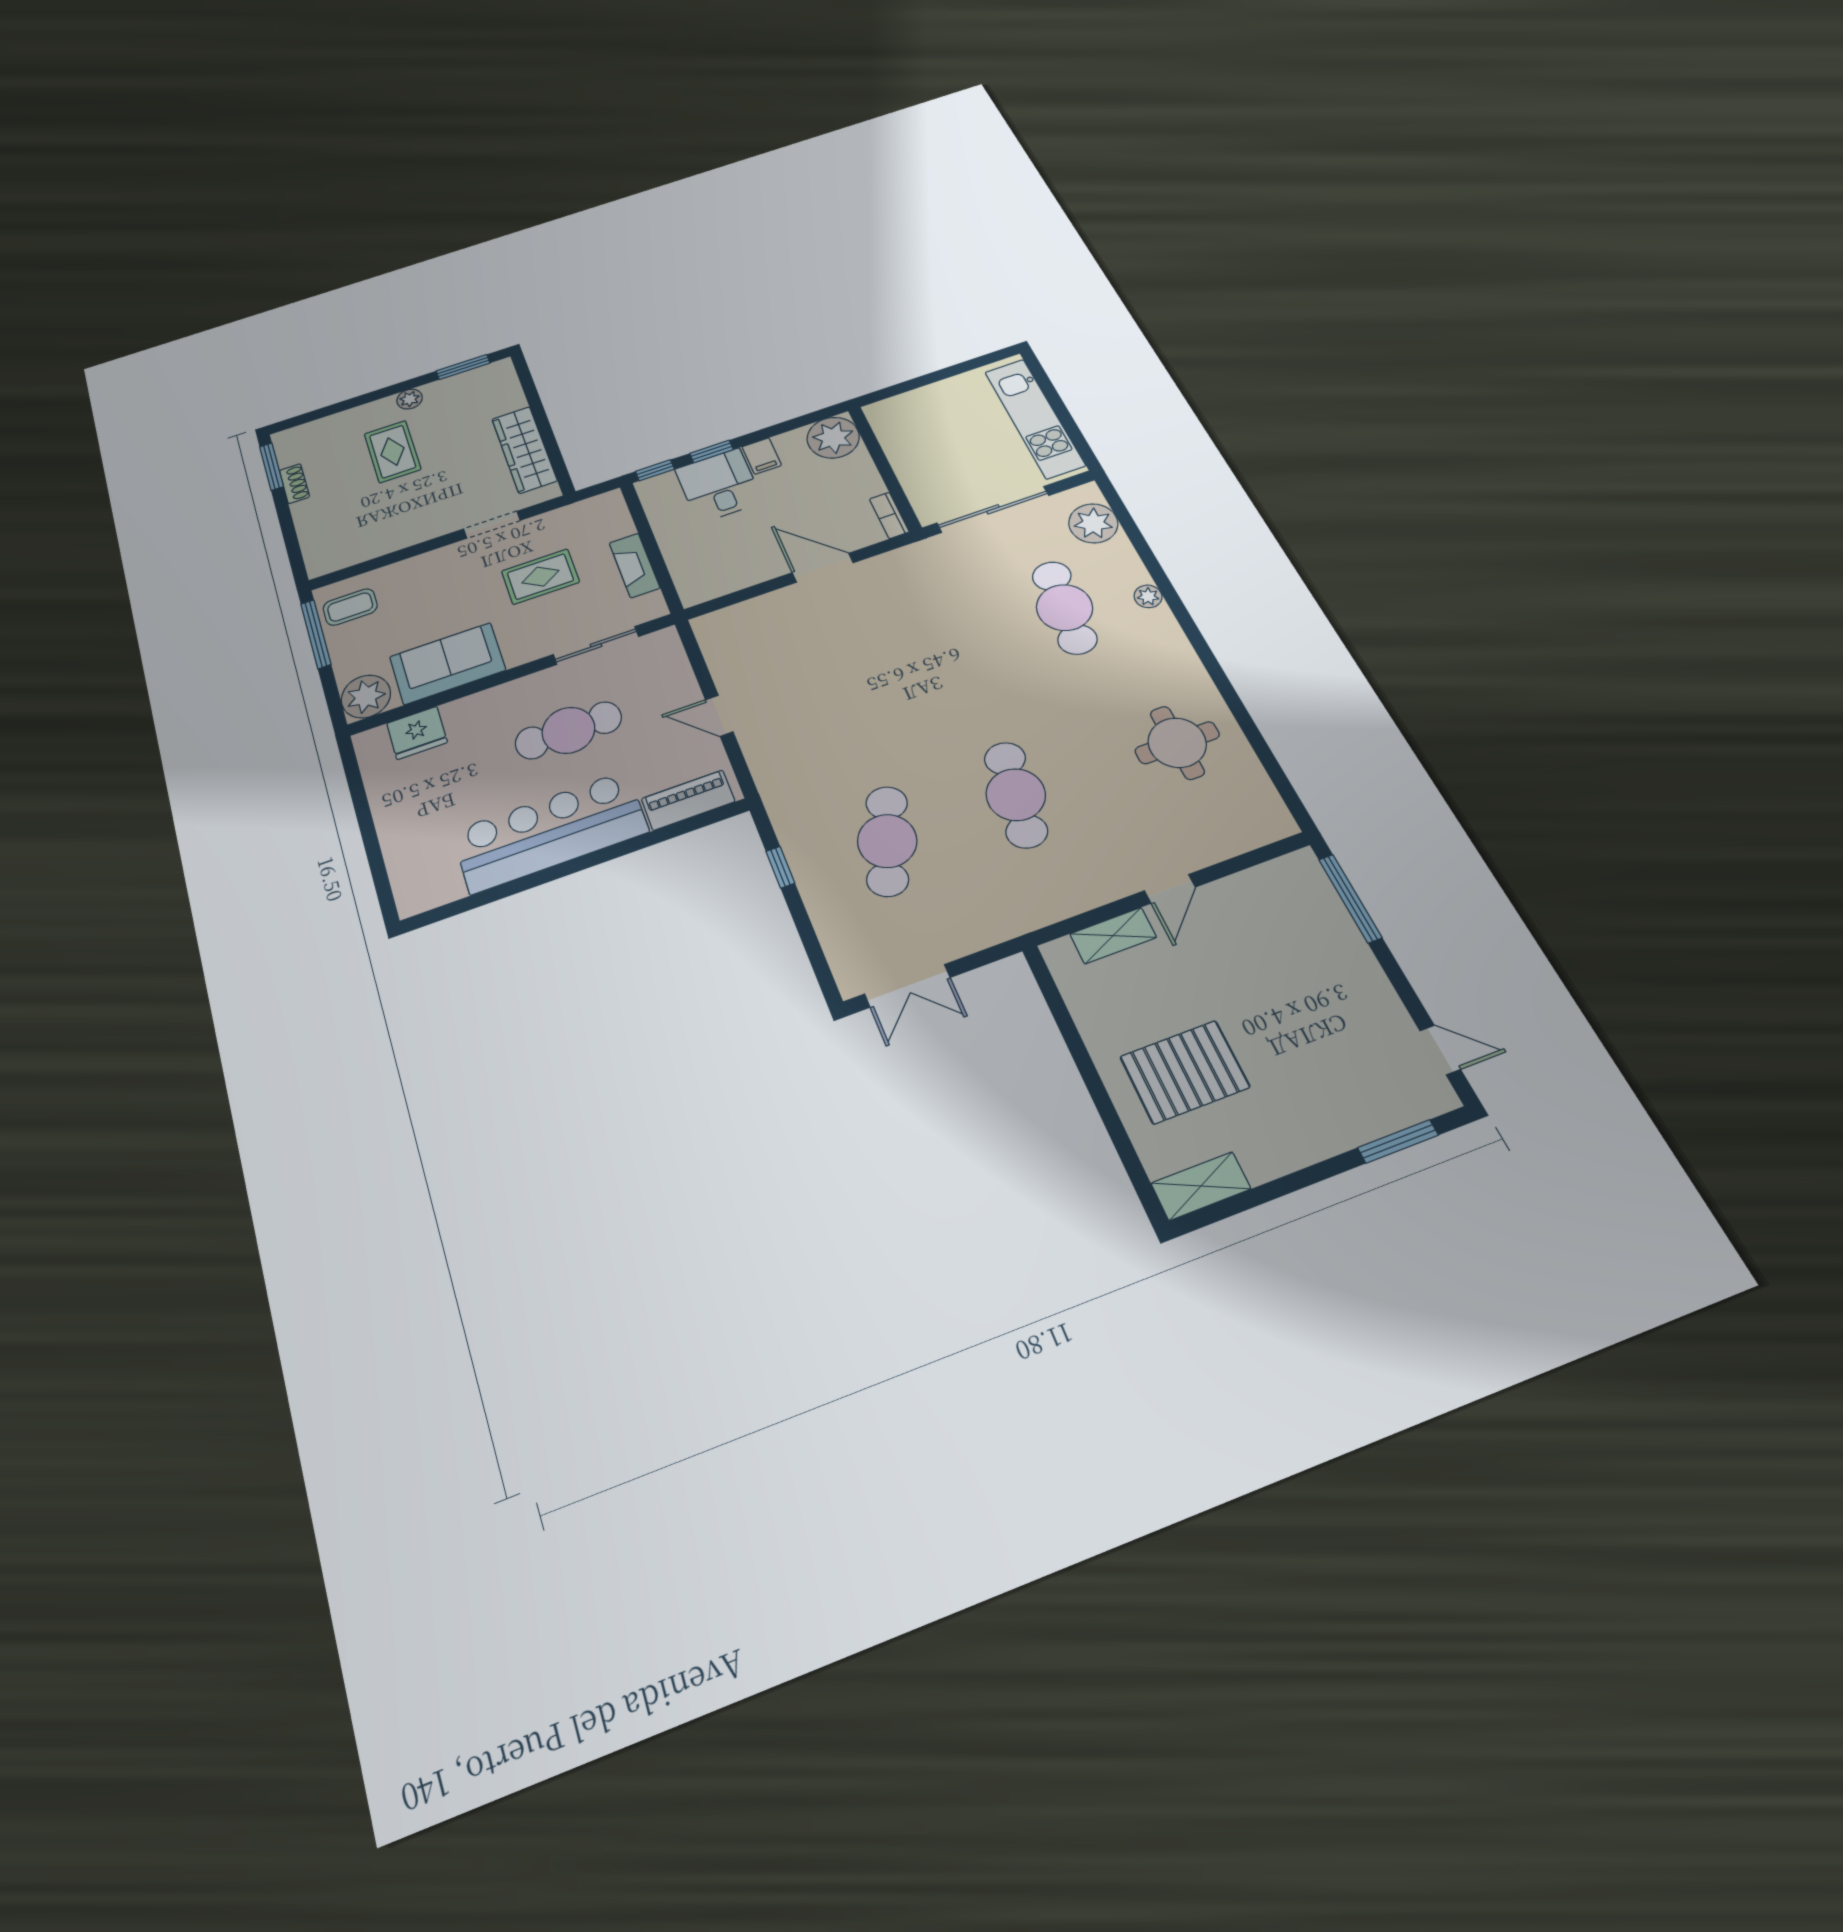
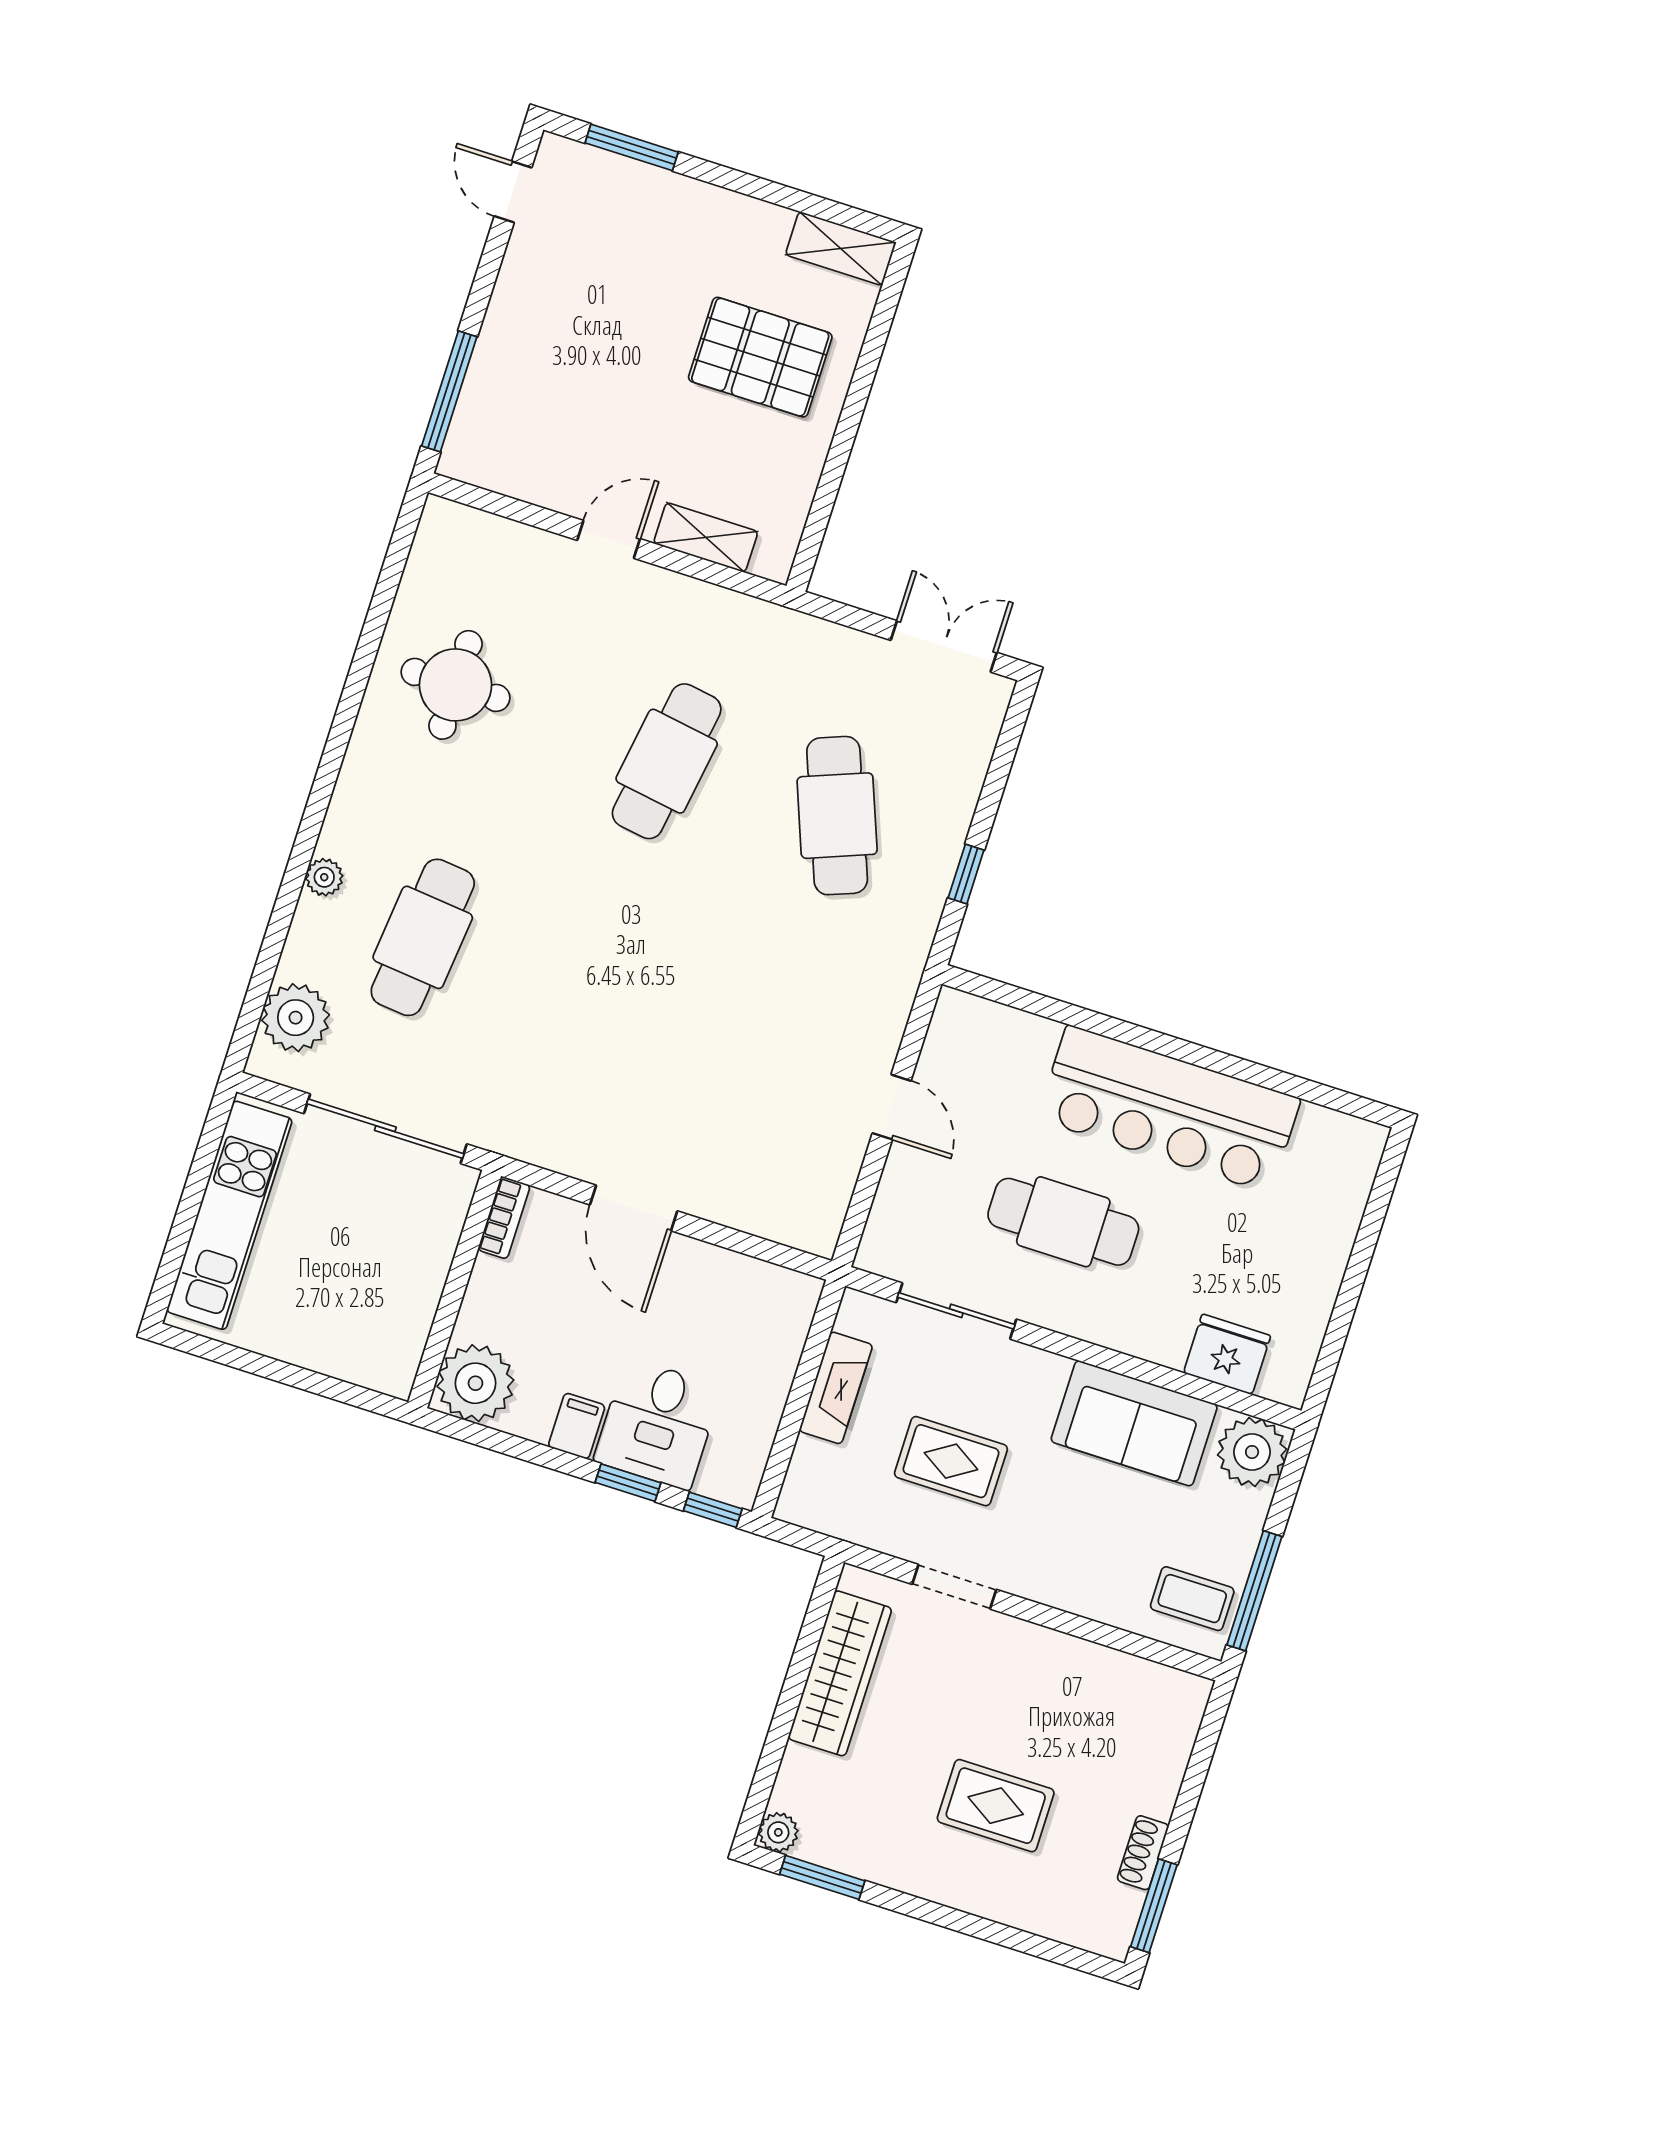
plant: (410, 399) -> (778, 1832), moved
rug: (393, 452) -> (996, 1806), turned 90
piano: (688, 800) -> (1001, 1029), removed
cafe table: (887, 841) -> (837, 816), turned -42

